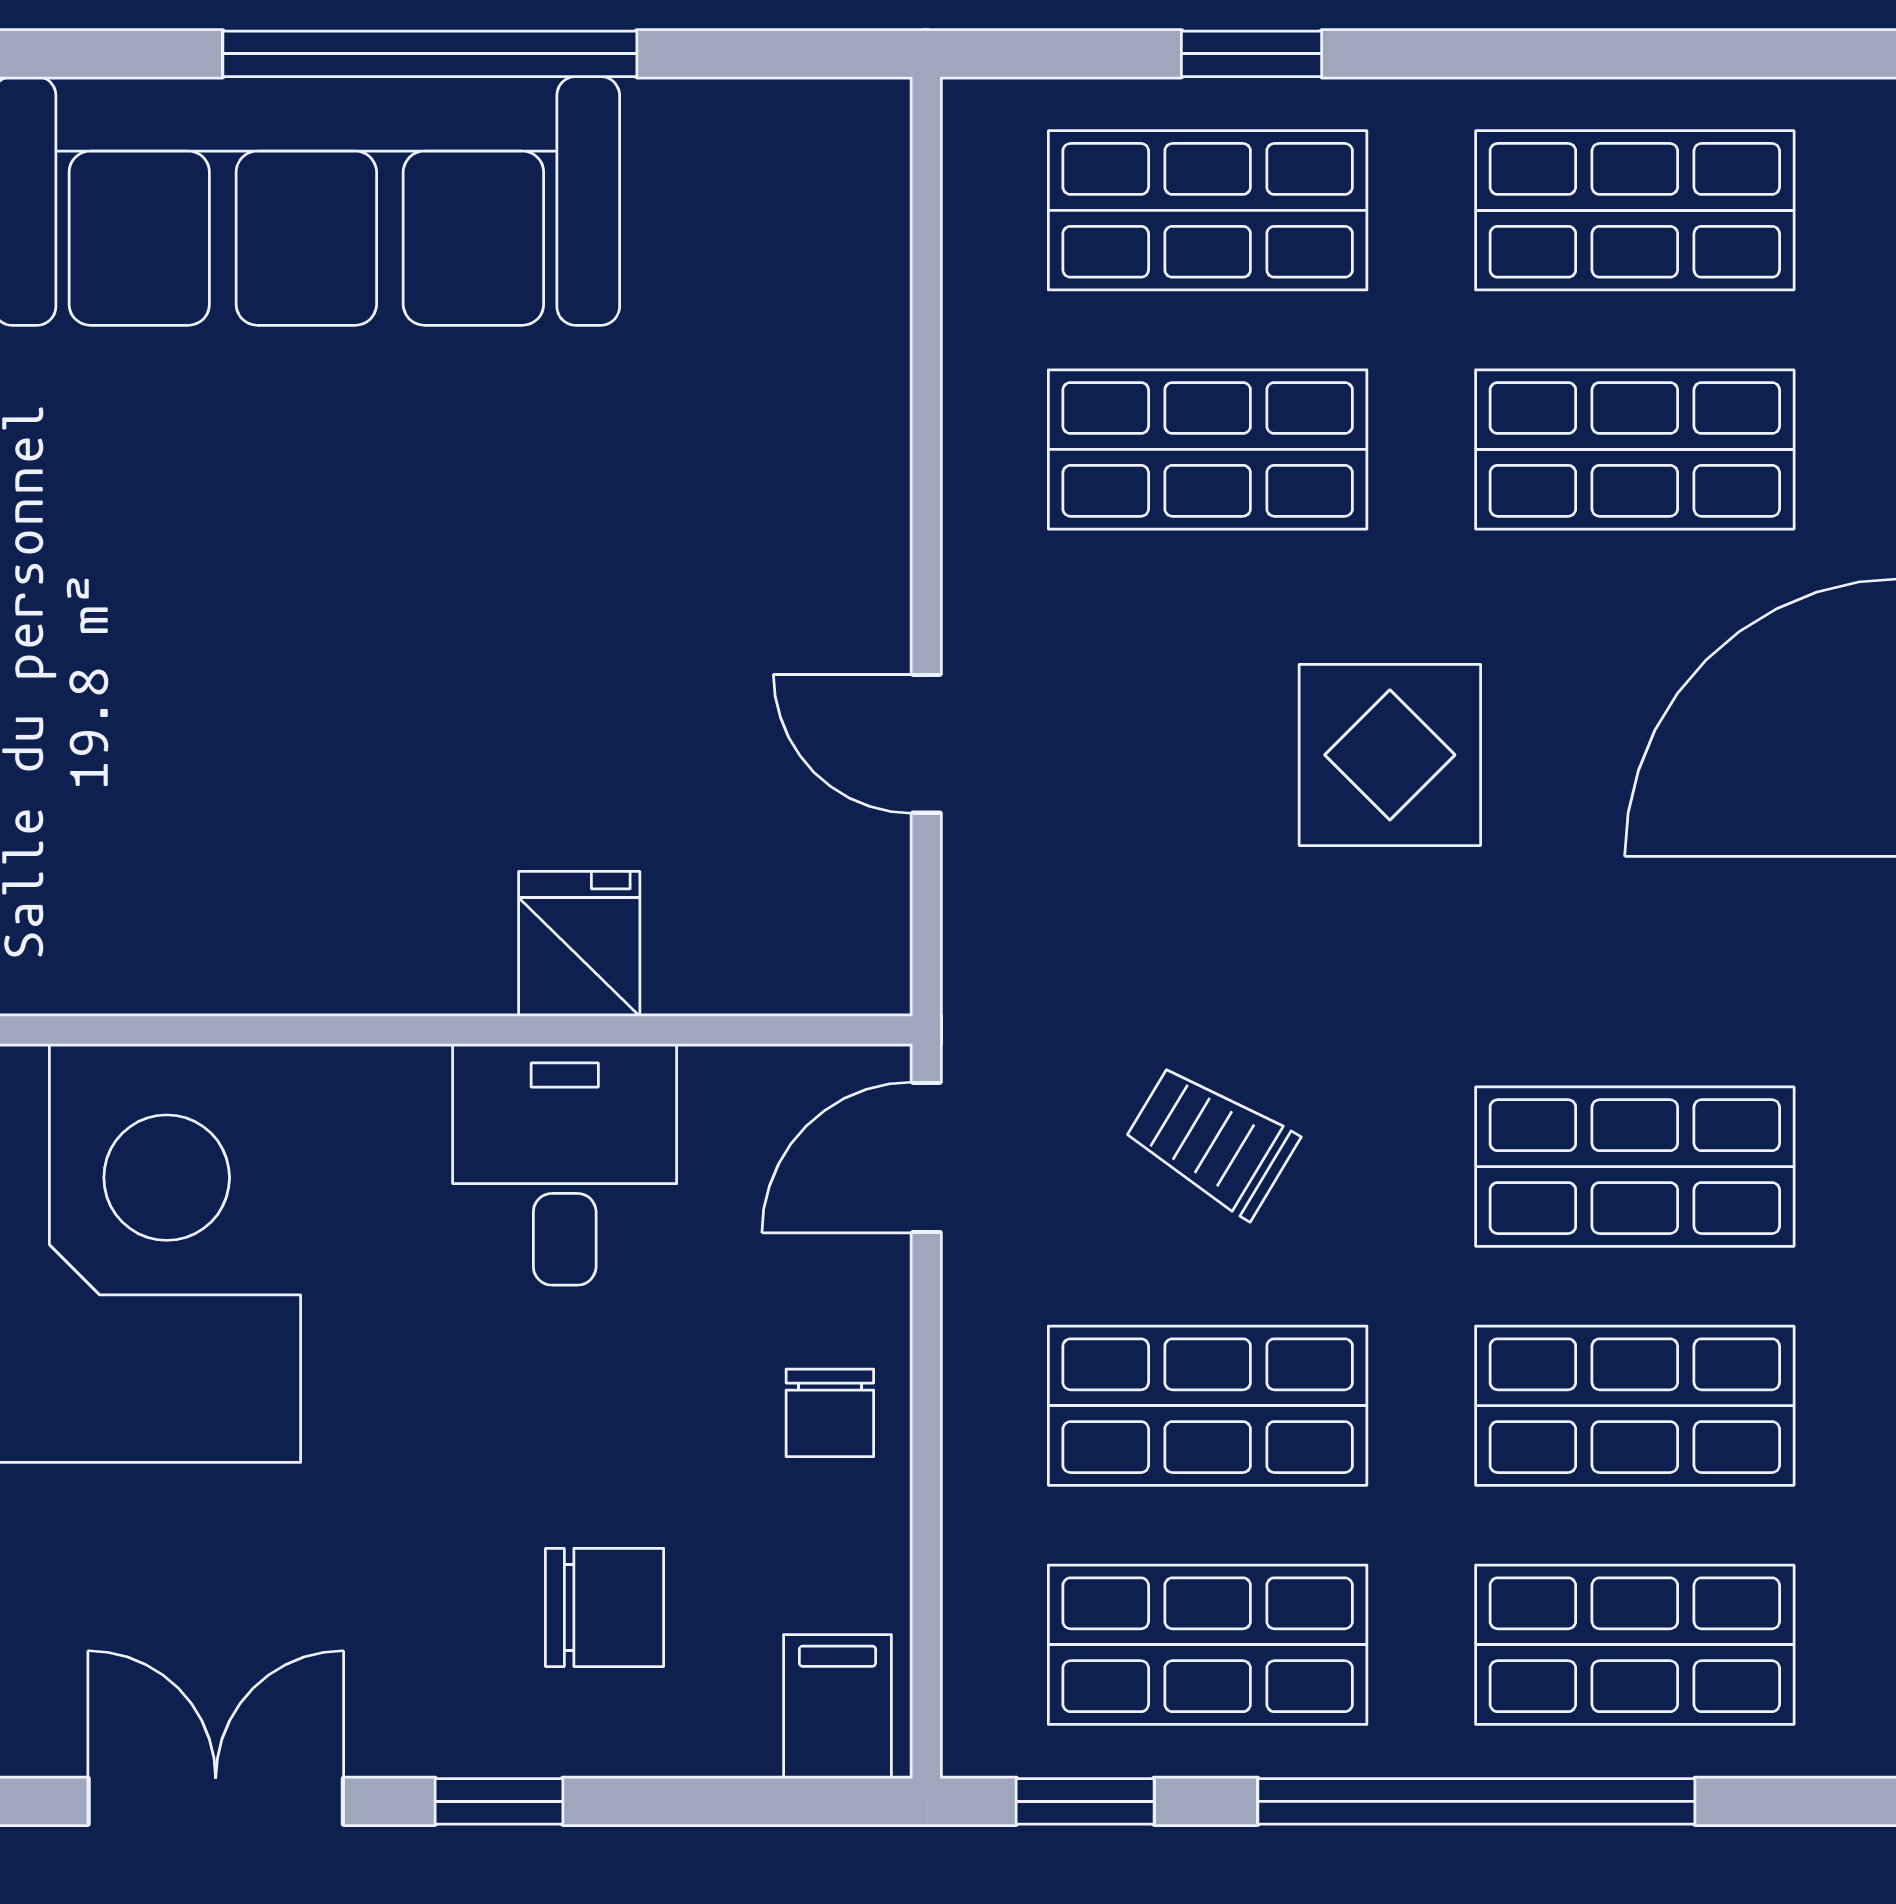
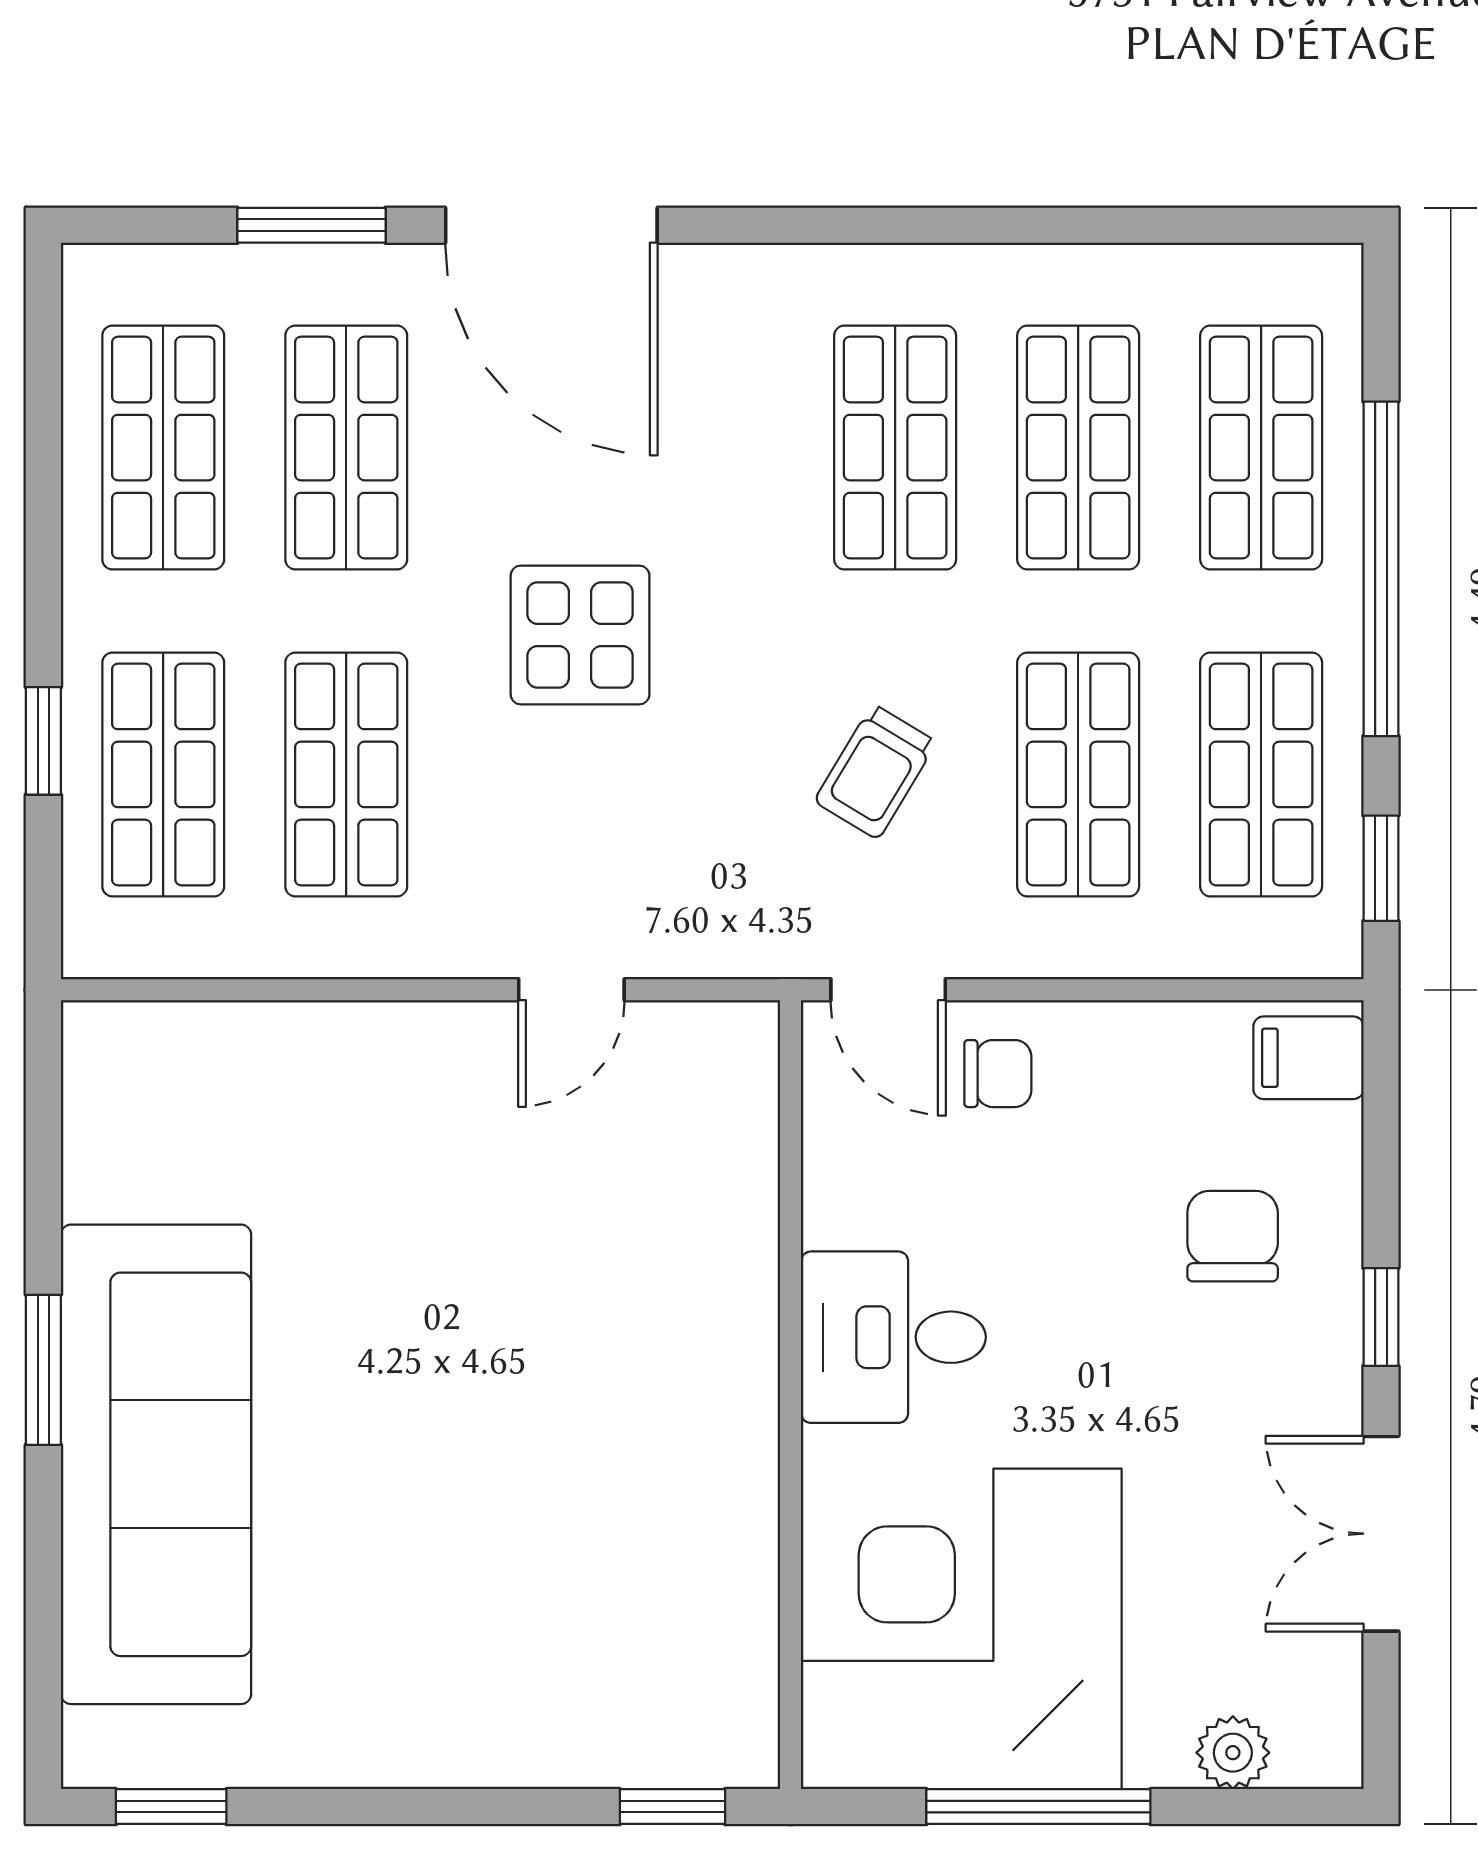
window: (430, 54) -> (43, 1370), width x0.47
fridge: (579, 944) -> (725, 1255), removed
desk: (565, 1164) -> (893, 1337), moved
chair: (830, 1413) -> (998, 1074), moved

